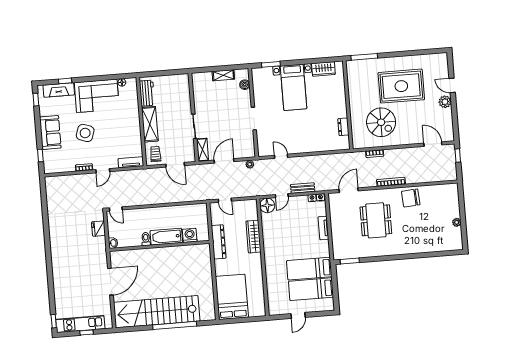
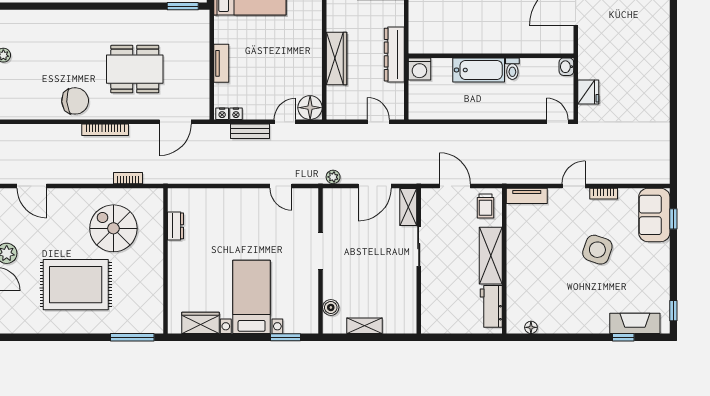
corner sofa: (97, 96) -> (574, 309), removed
sofa: (50, 133) -> (654, 215), moved
dining table: (376, 220) -> (135, 69), turned 90
washing machine: (190, 235) -> (419, 69), moved

